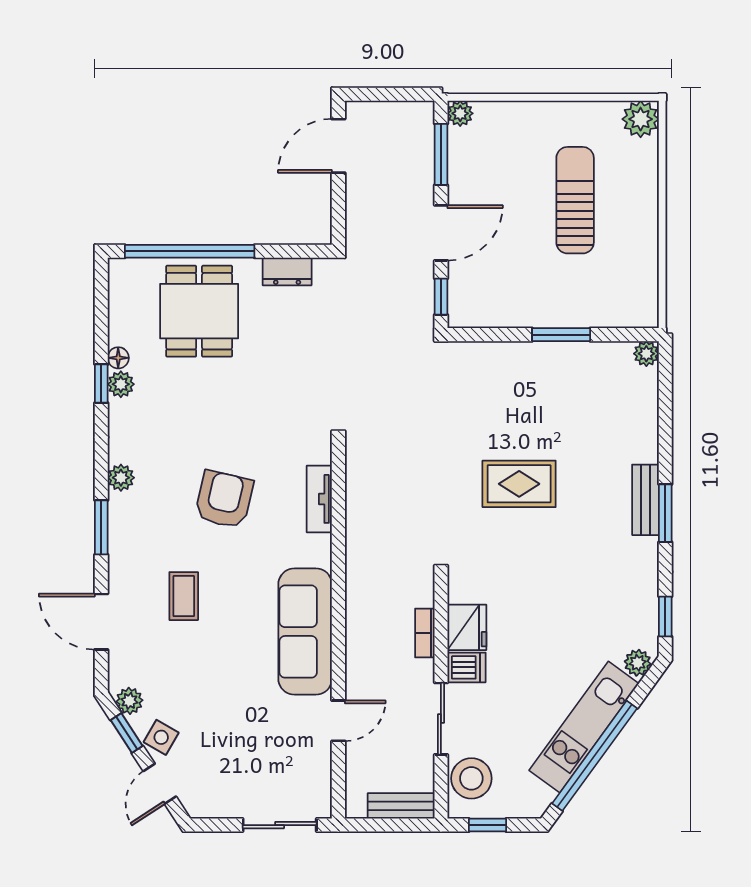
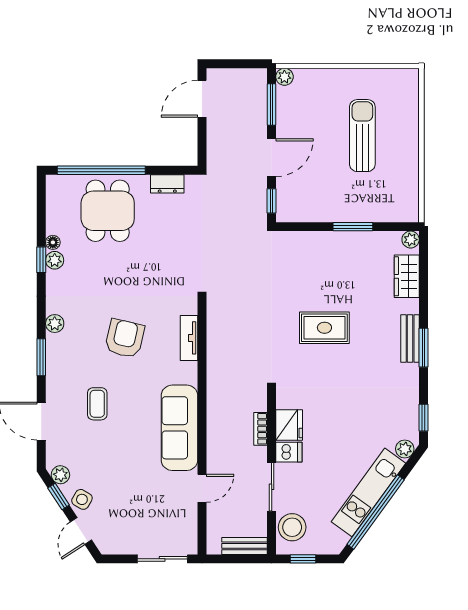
plant: (641, 119) -> (407, 81), removed
wardrobe: (641, 408) -> (407, 276), added

